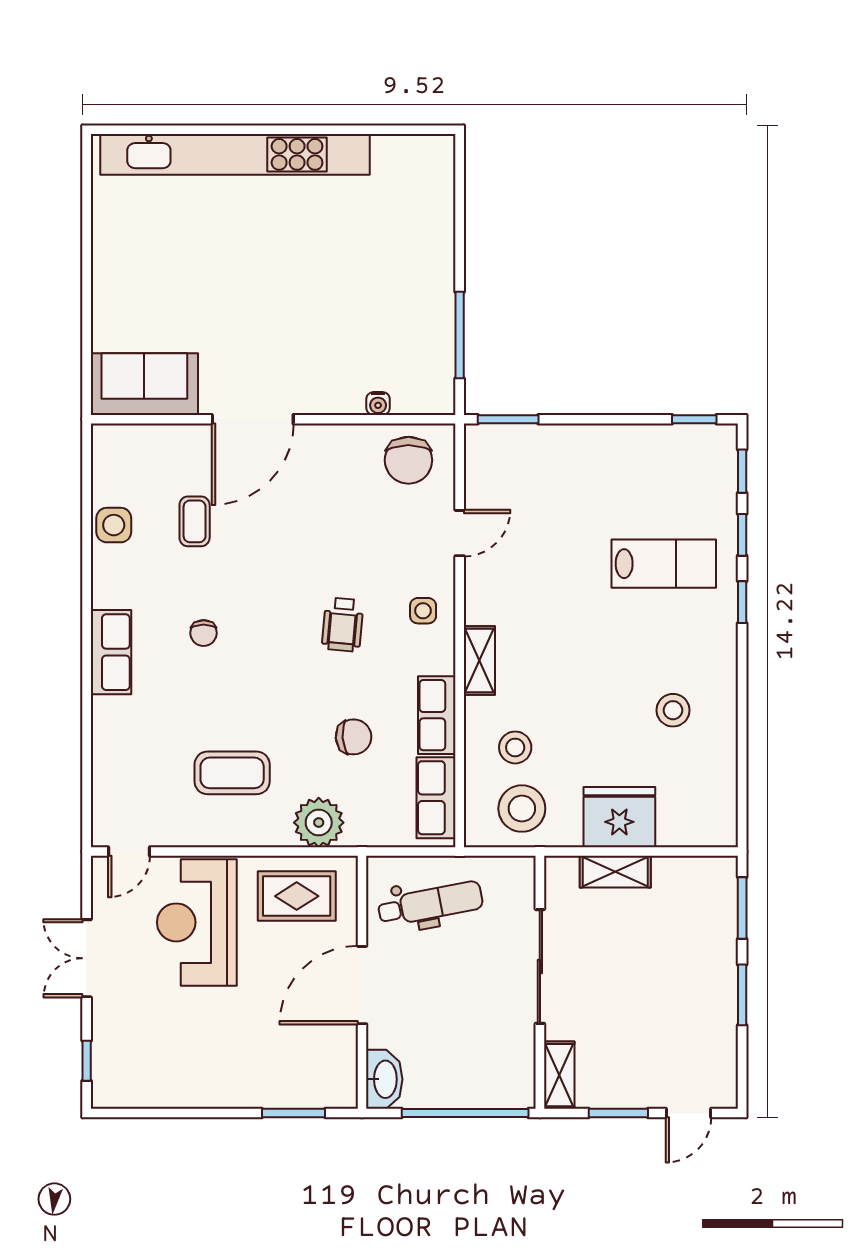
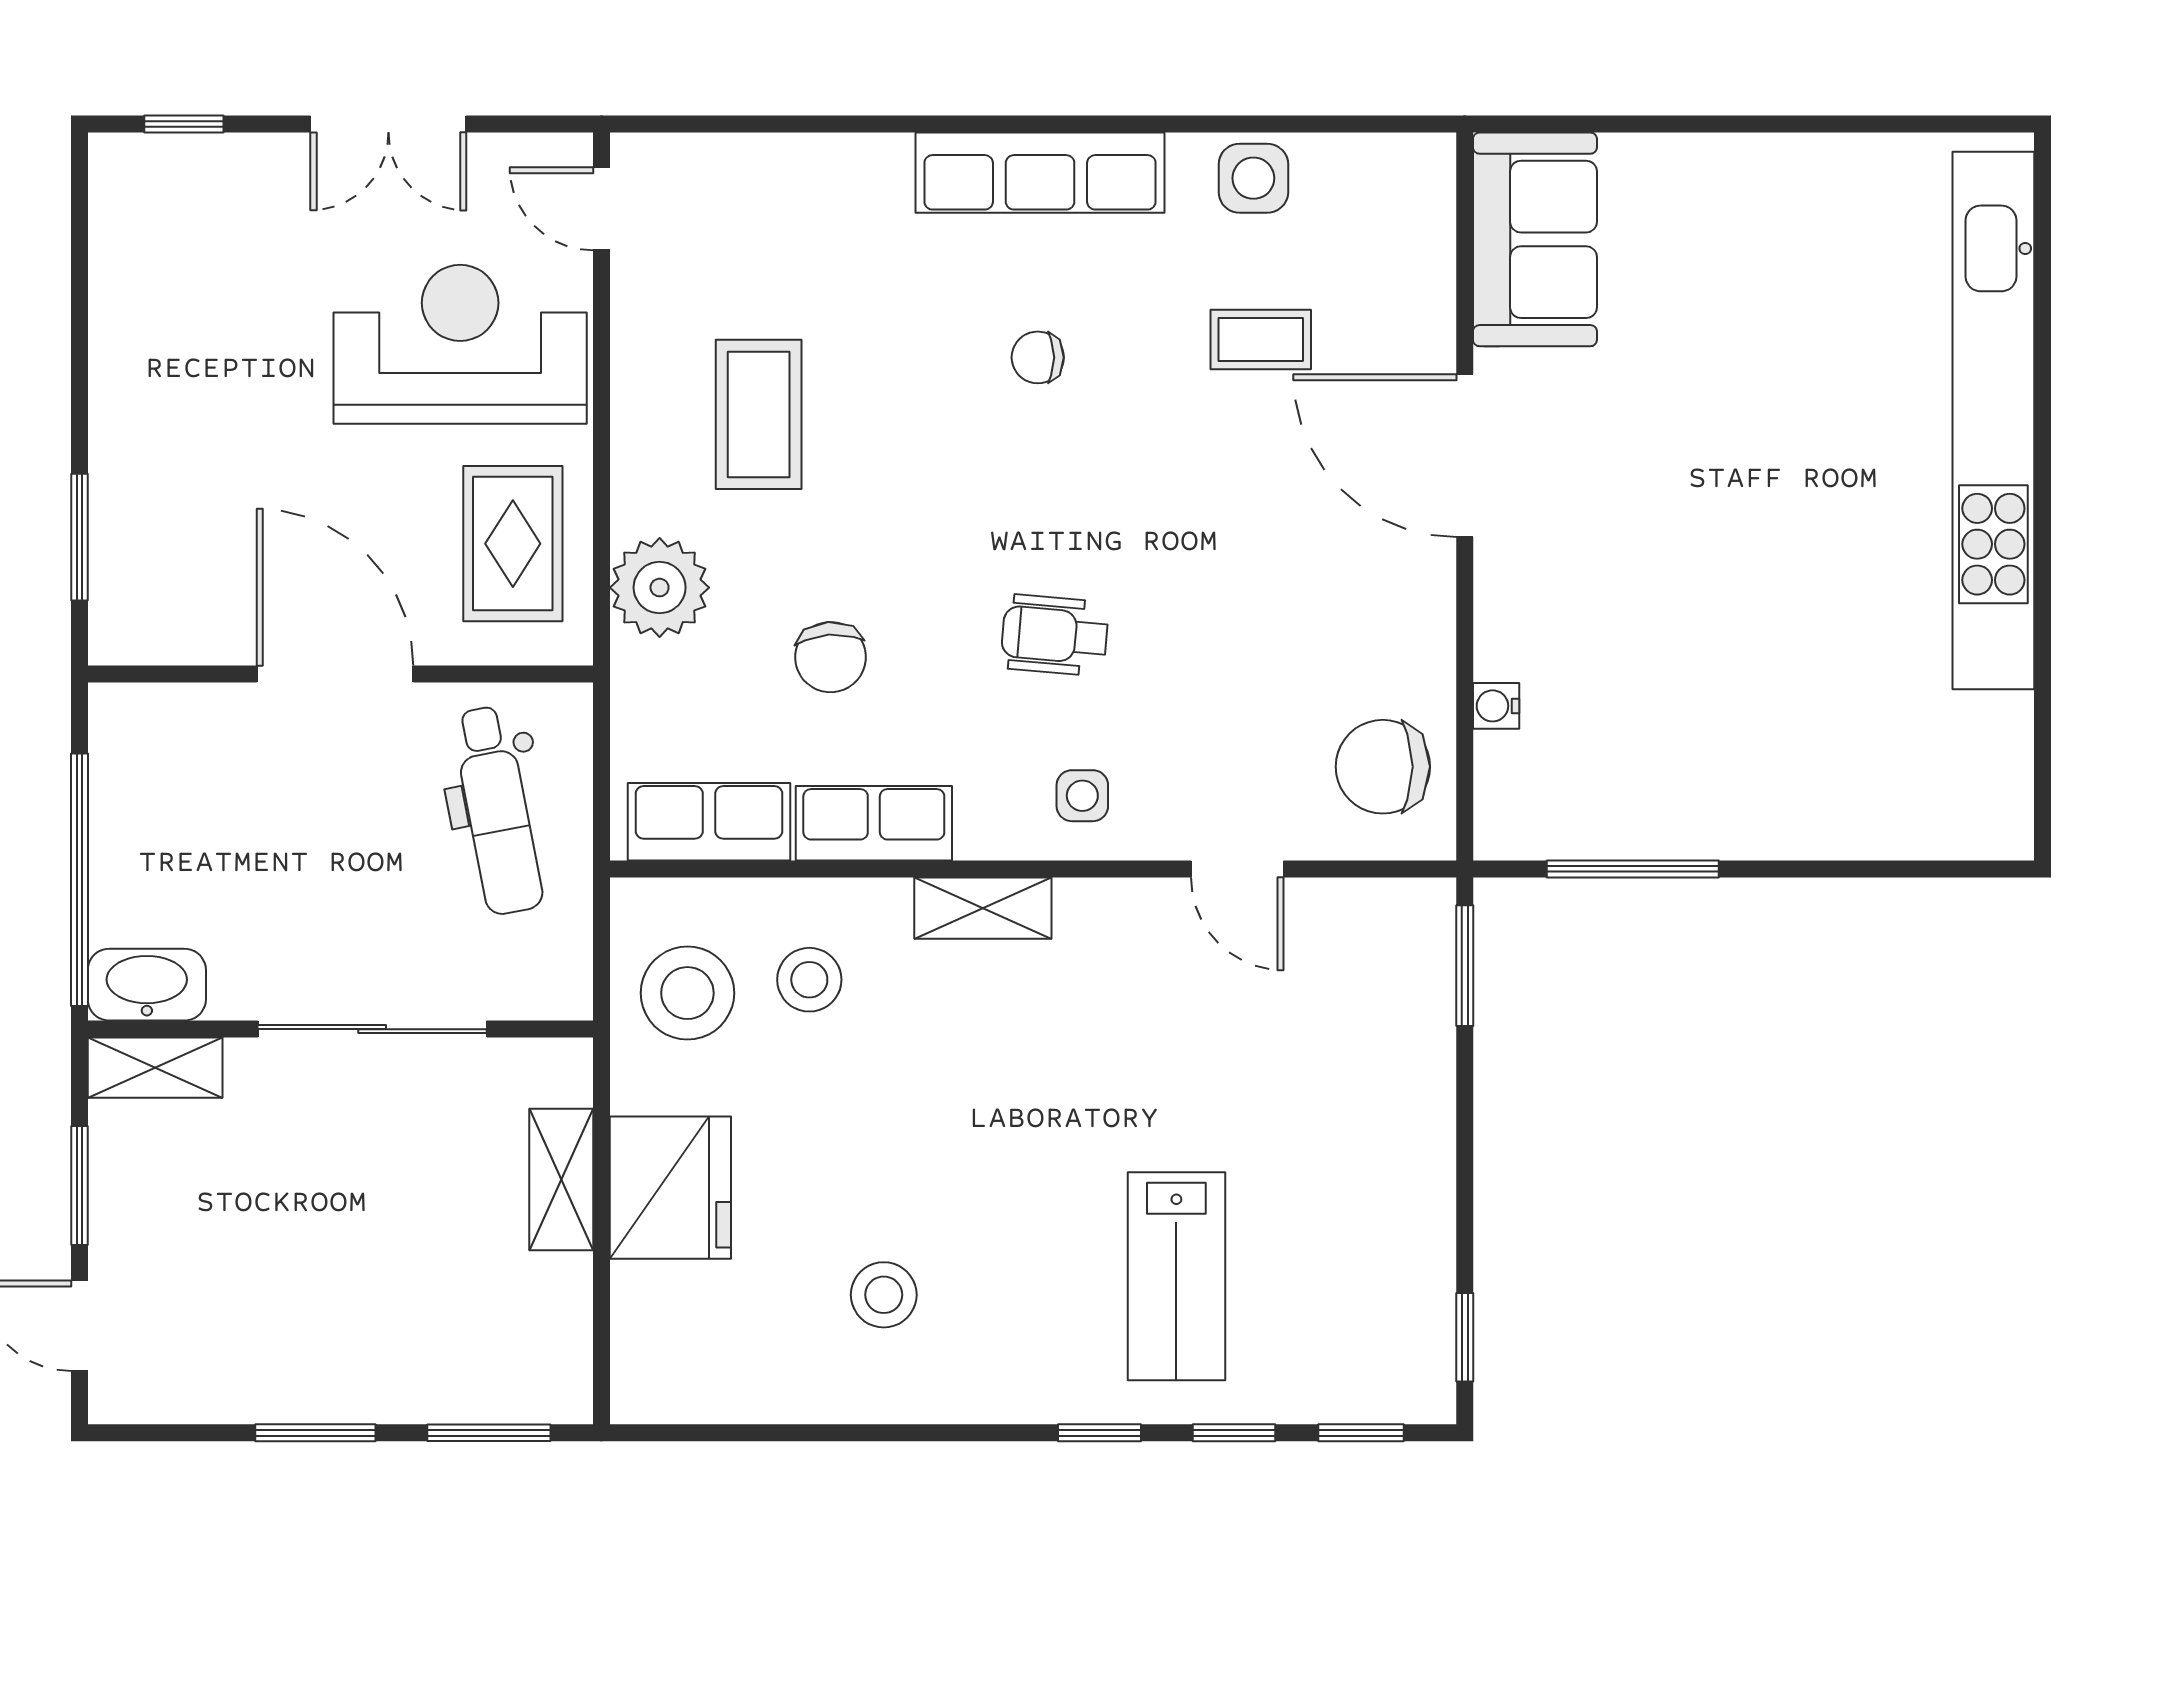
row of seats: (111, 652) -> (1040, 173), width x1.48
double door: (87, 958) -> (388, 124), swing flipped
washbasin: (384, 1079) -> (147, 985), moved, turned 180

